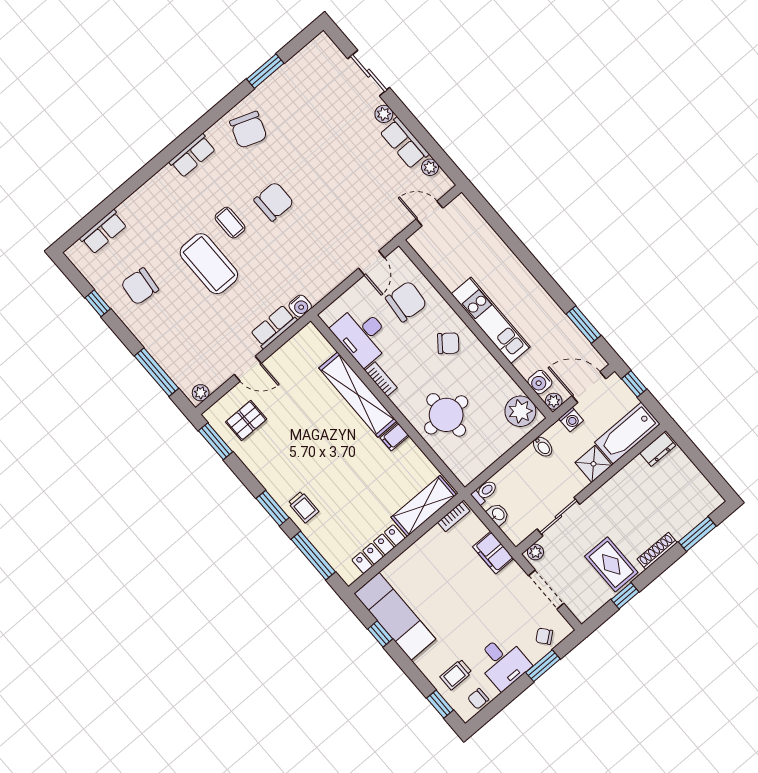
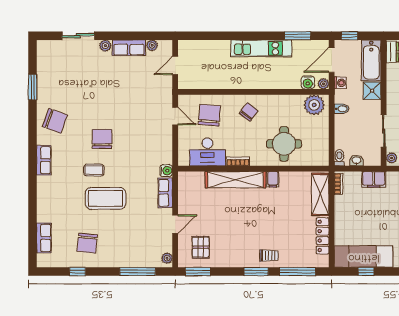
kitchen unit: (491, 320) -> (261, 48), moved, turned 180

